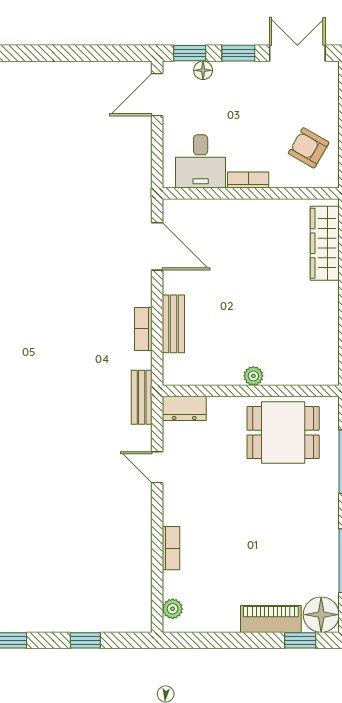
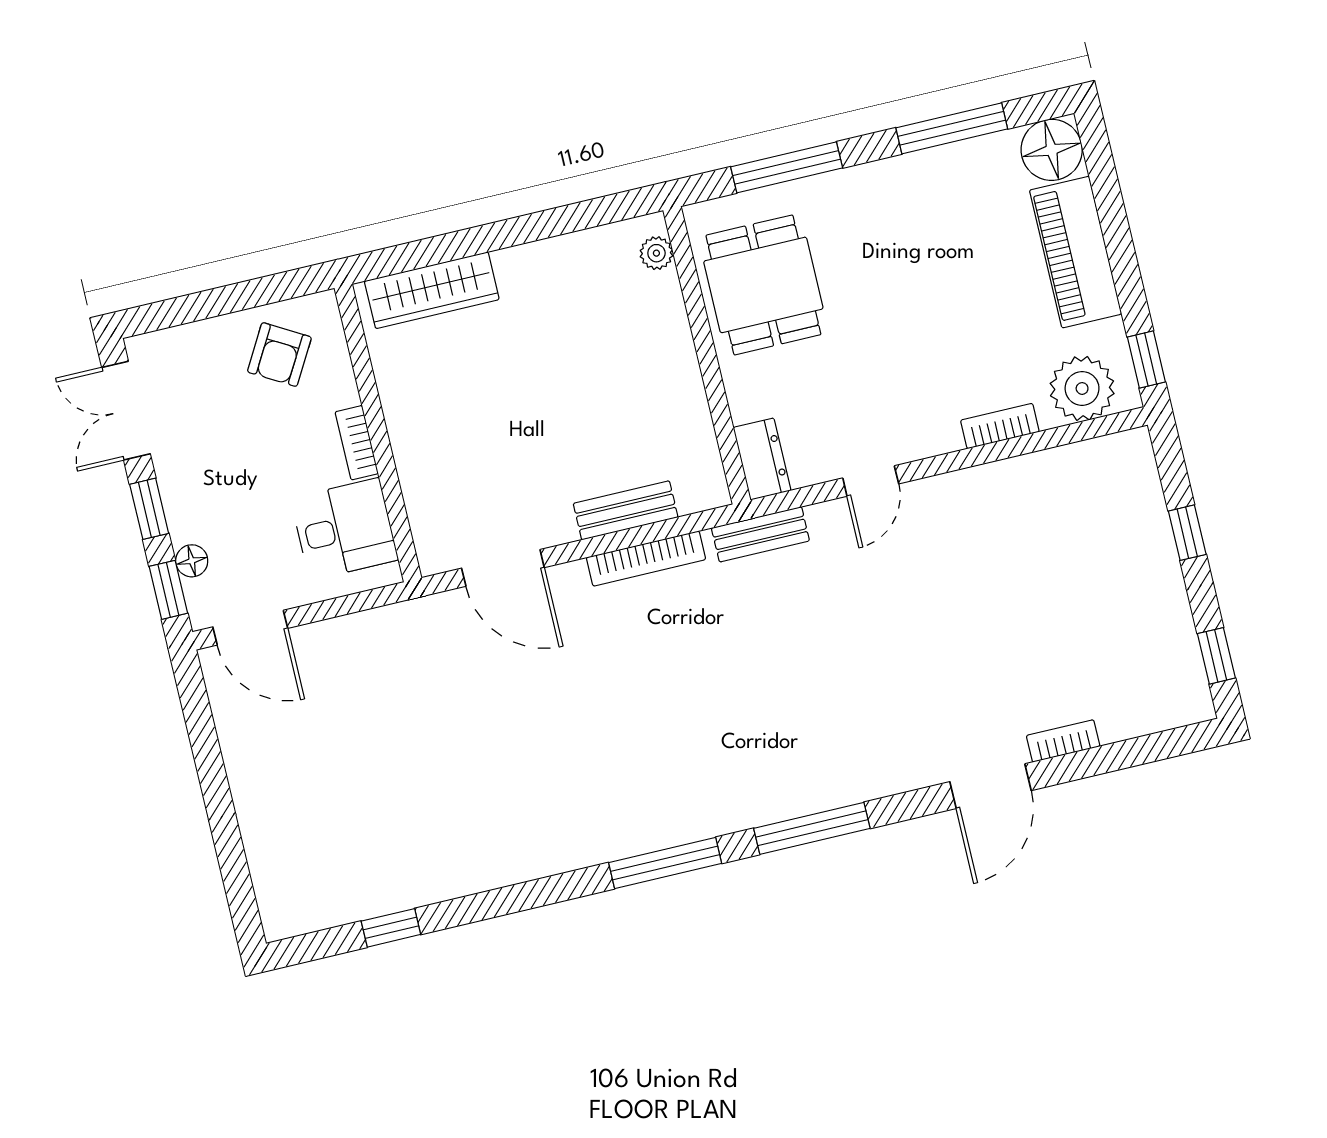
door: (157, 246) -> (503, 568), swing flipped
bookcase: (143, 329) -> (646, 558), width x1.56
plant: (253, 376) -> (656, 253), moved
plant: (173, 609) -> (1082, 388), width x1.88, depth x1.88
piano: (271, 619) -> (1076, 252), width x1.37, depth x1.33
window: (300, 640) -> (1146, 360), moved

